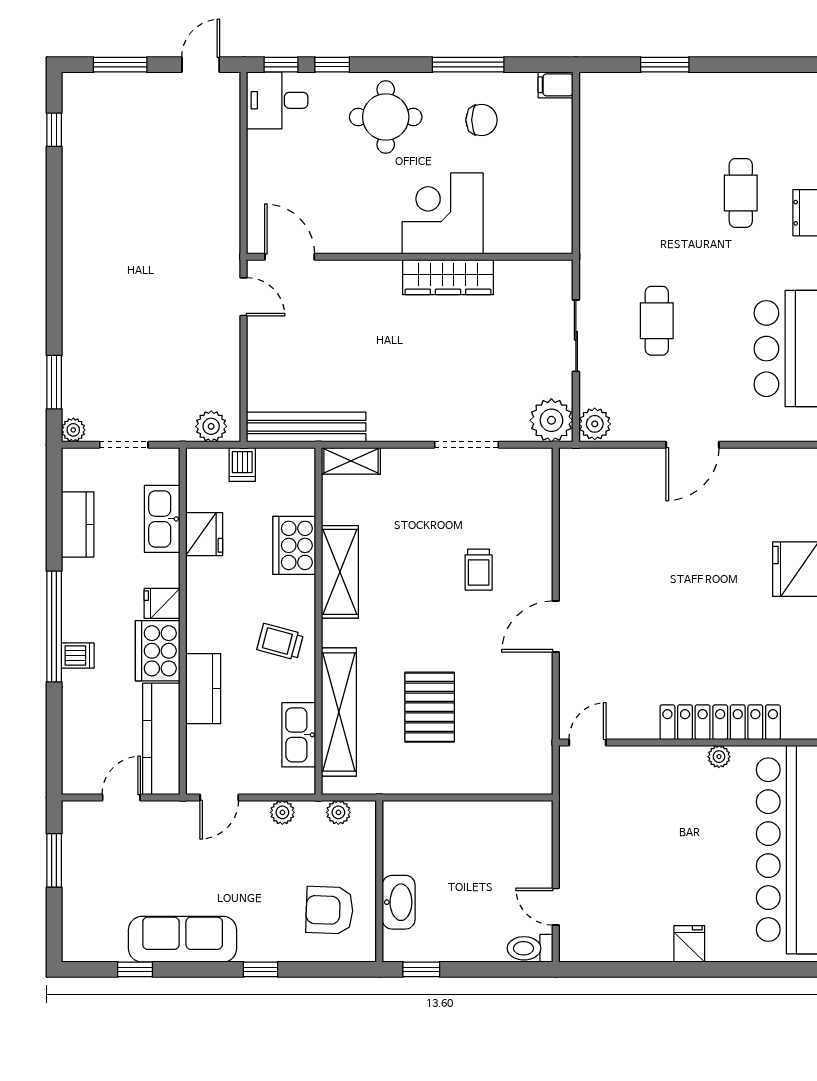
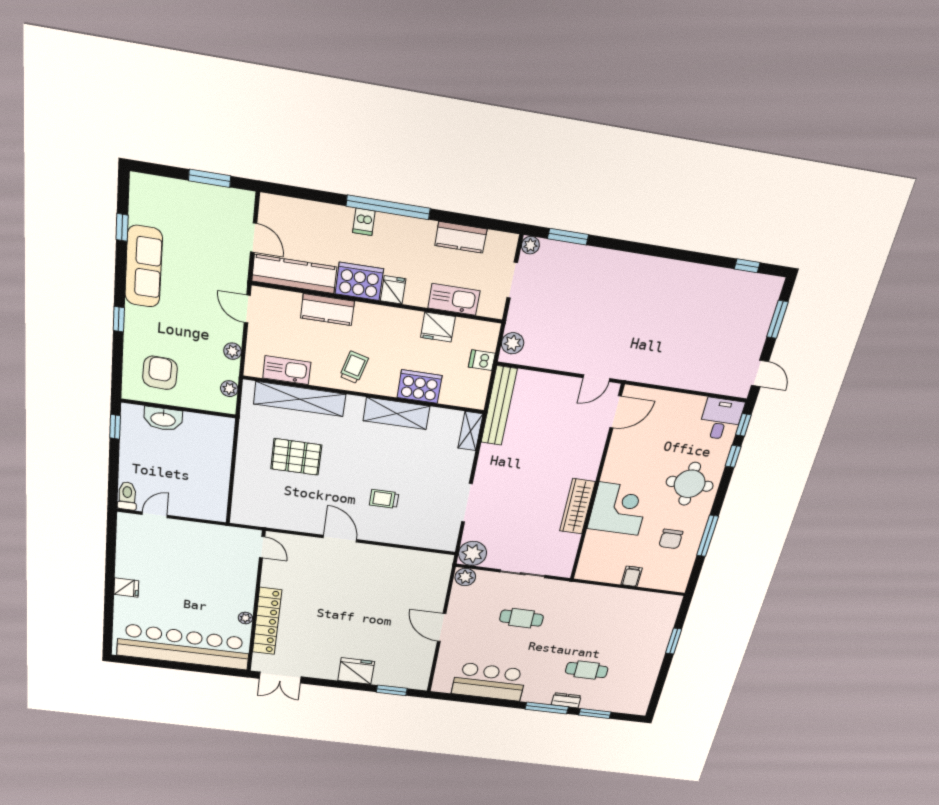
filing cabinet: (556, 85) -> (632, 576), moved

